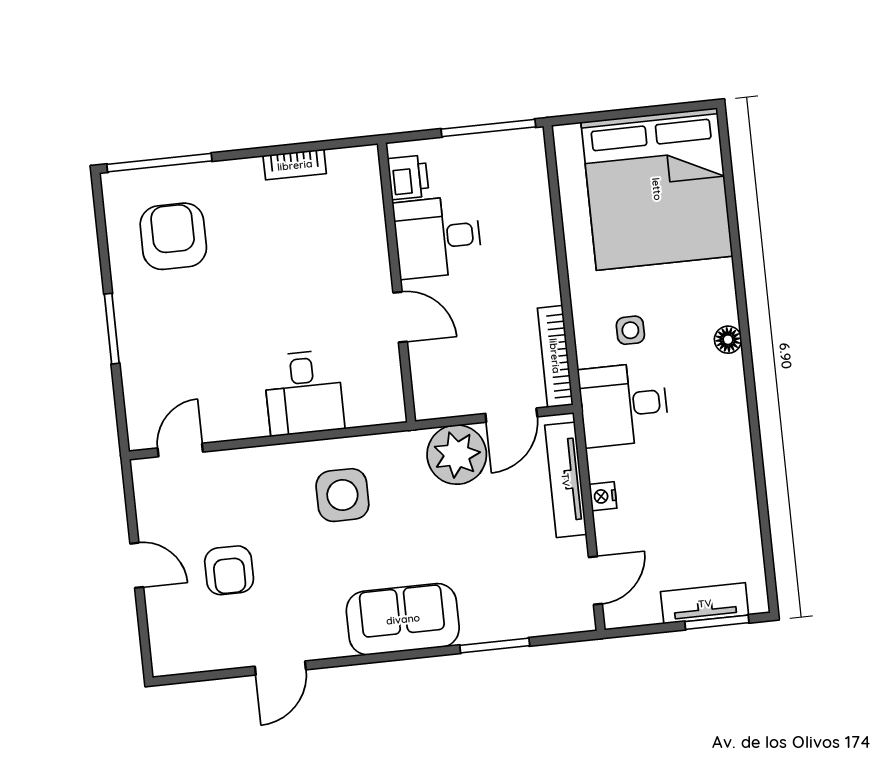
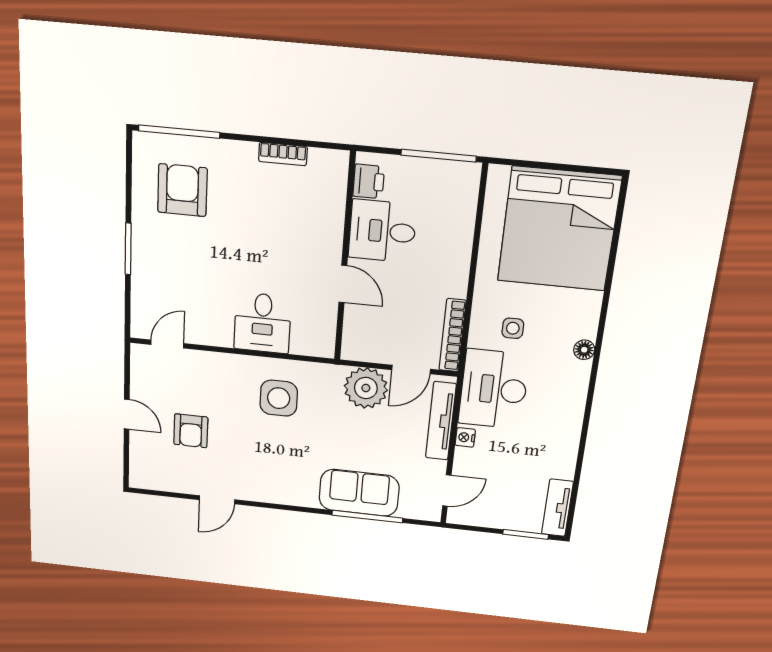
desk: (624, 405) -> (494, 389), width x1.37
tv unit: (705, 603) -> (557, 508), moved, turned -90
sofa: (403, 619) -> (359, 493), moved
window: (495, 646) -> (367, 517), width x1.44

